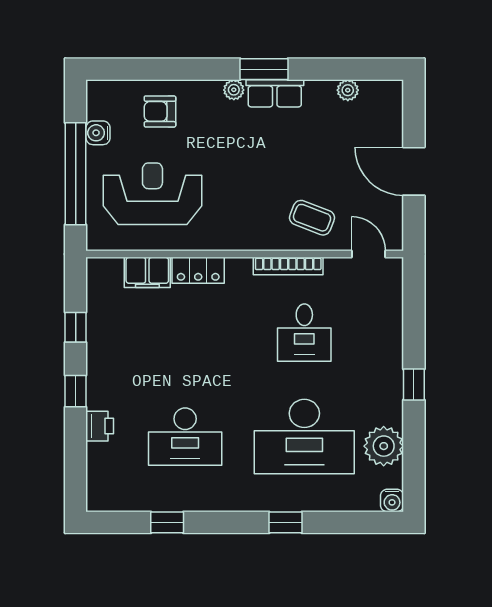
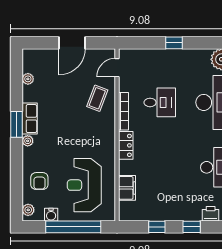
plant: (107, 91) -> (28, 210), added
locker: (198, 270) -> (126, 145), moved
window: (414, 384) -> (174, 43), moved

